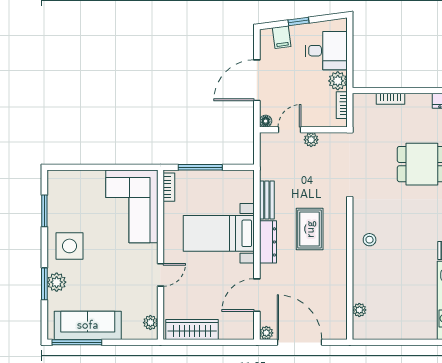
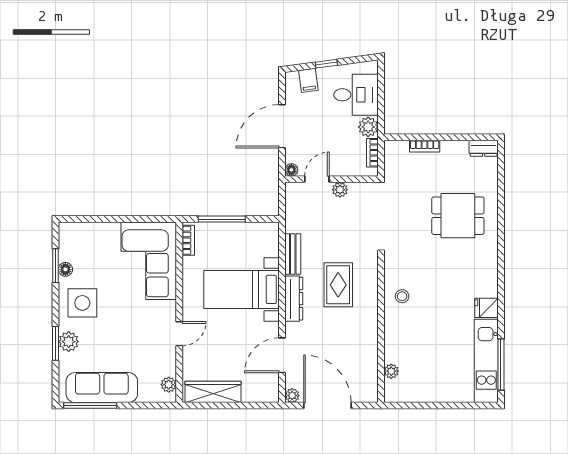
floor lamp: (54, 214) -> (65, 269), added

